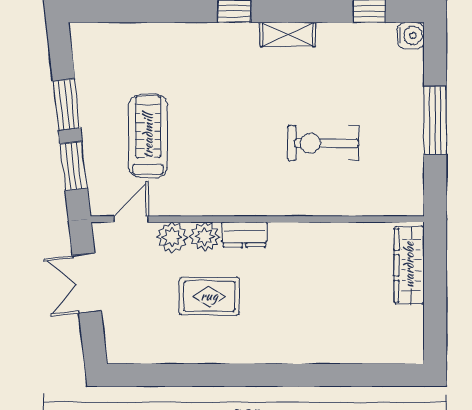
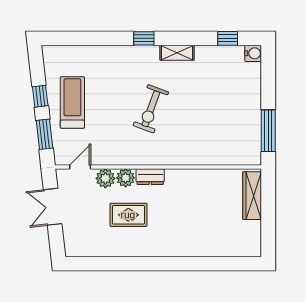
window: (67, 105) -> (40, 96), width x0.67
window: (435, 120) -> (268, 131), moved
treadmill: (148, 136) -> (72, 102), moved
exercise bike: (323, 143) -> (151, 109), moved, turned -70

